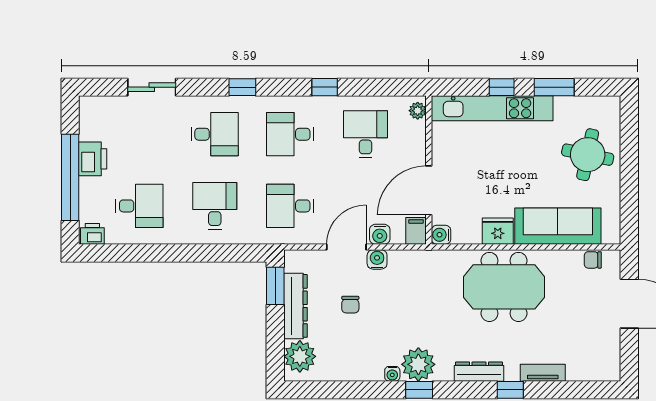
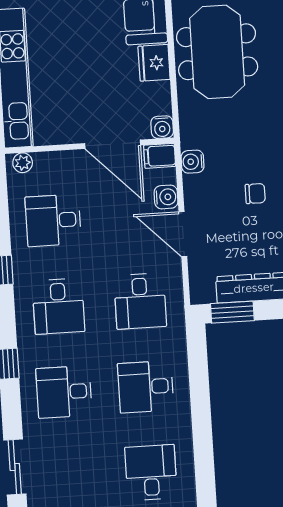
desk: (215, 134) -> (64, 392), turned -90
water cooler: (377, 259) -> (193, 162), moved
chair: (350, 305) -> (255, 194), moved

